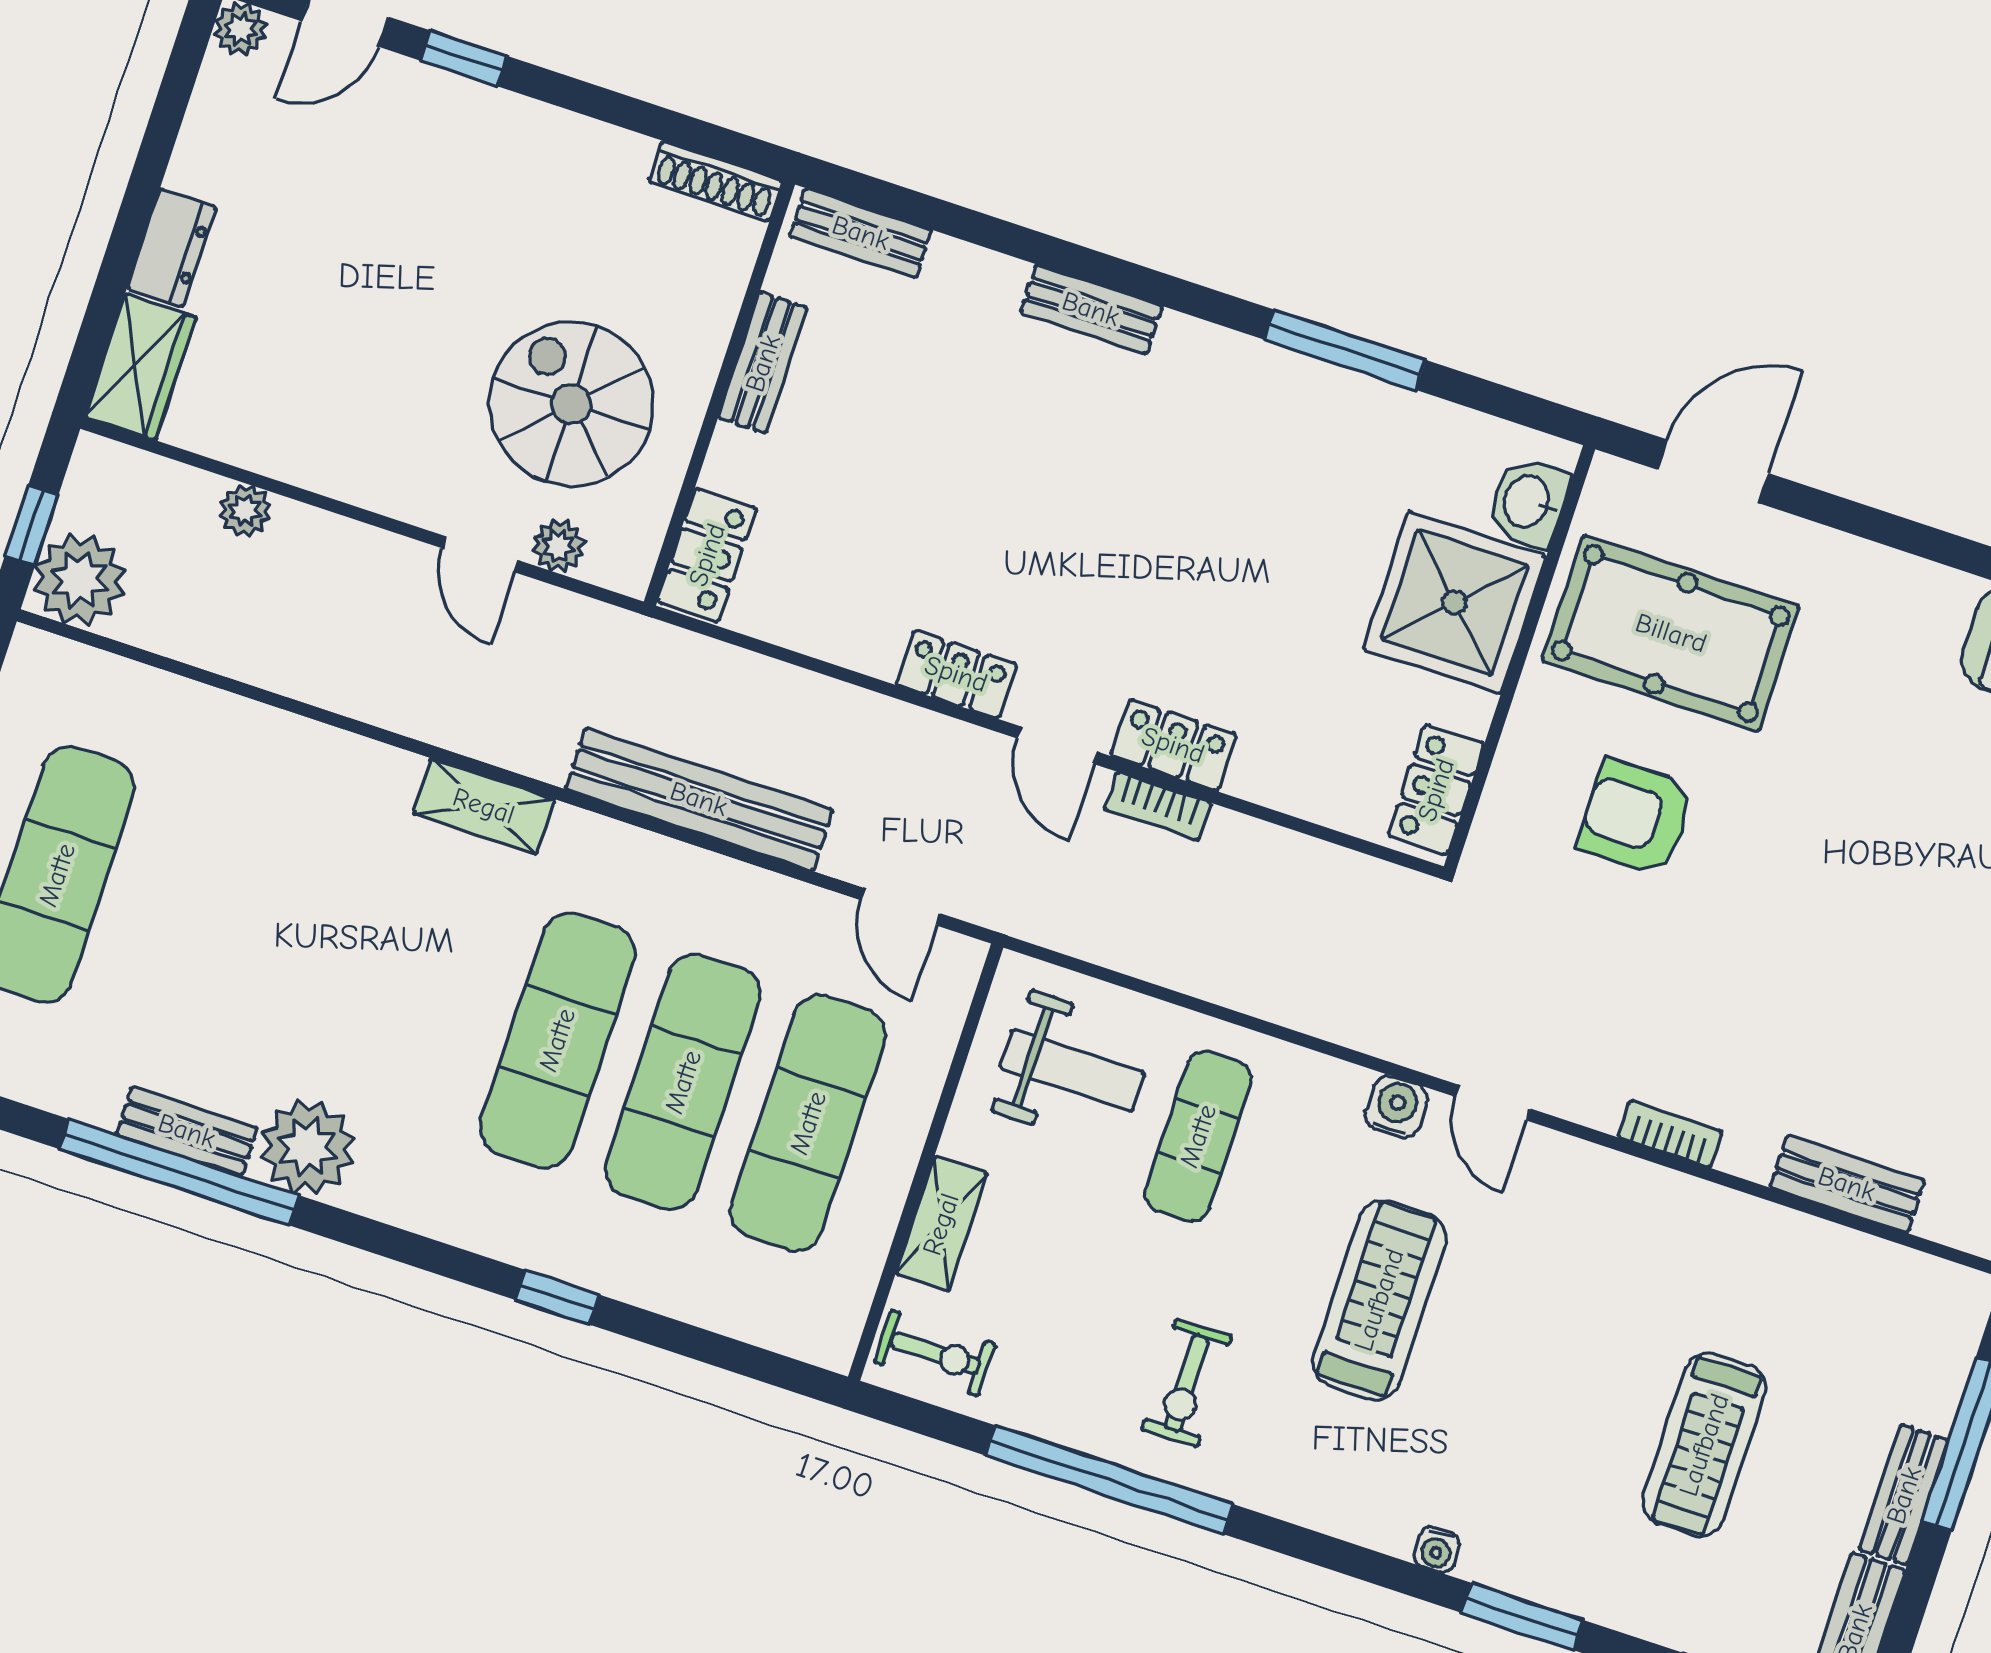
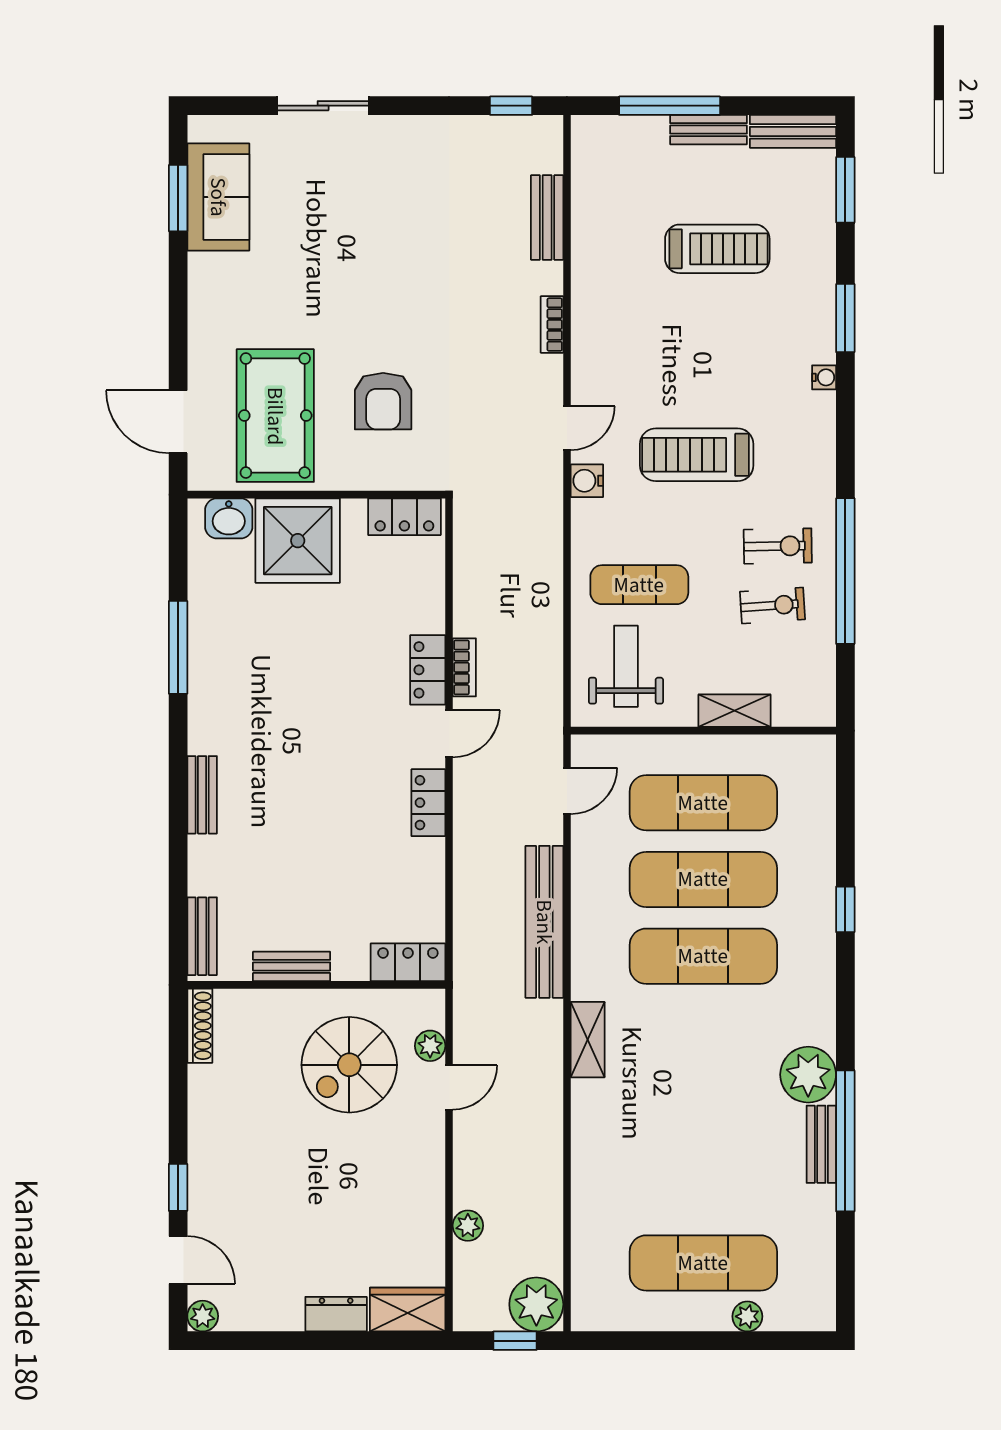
exercise bike: (935, 1353) -> (773, 605), moved, turned 86

